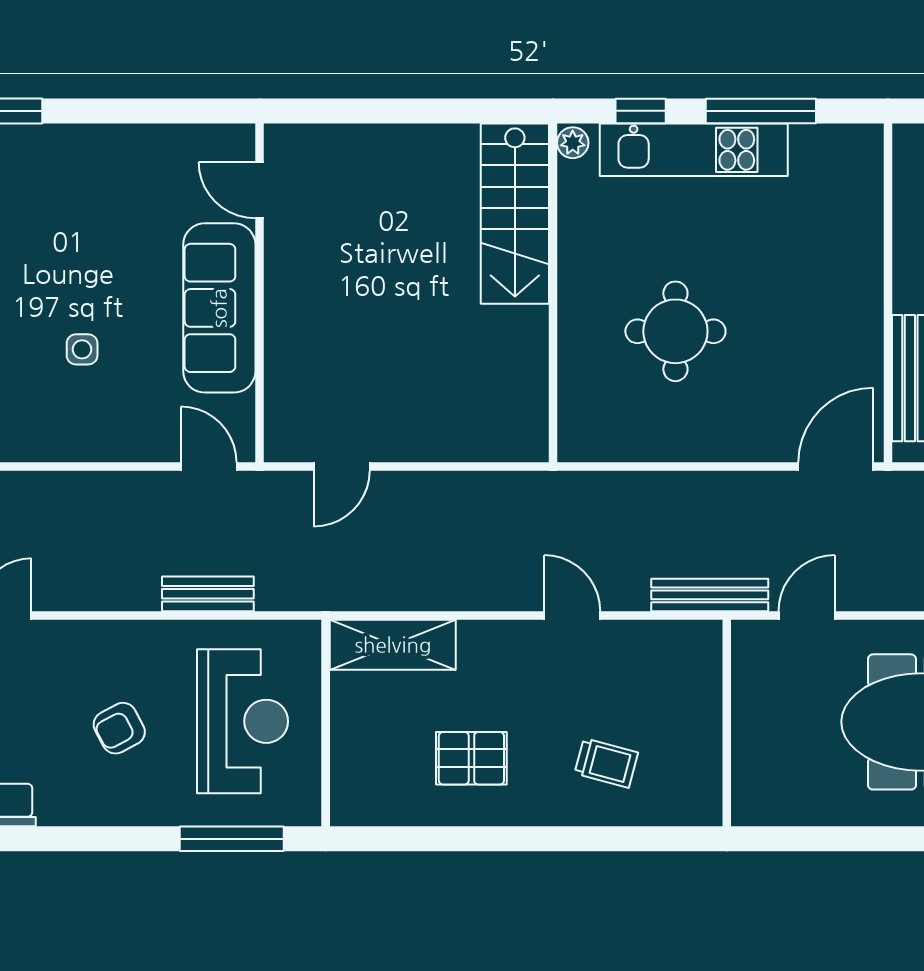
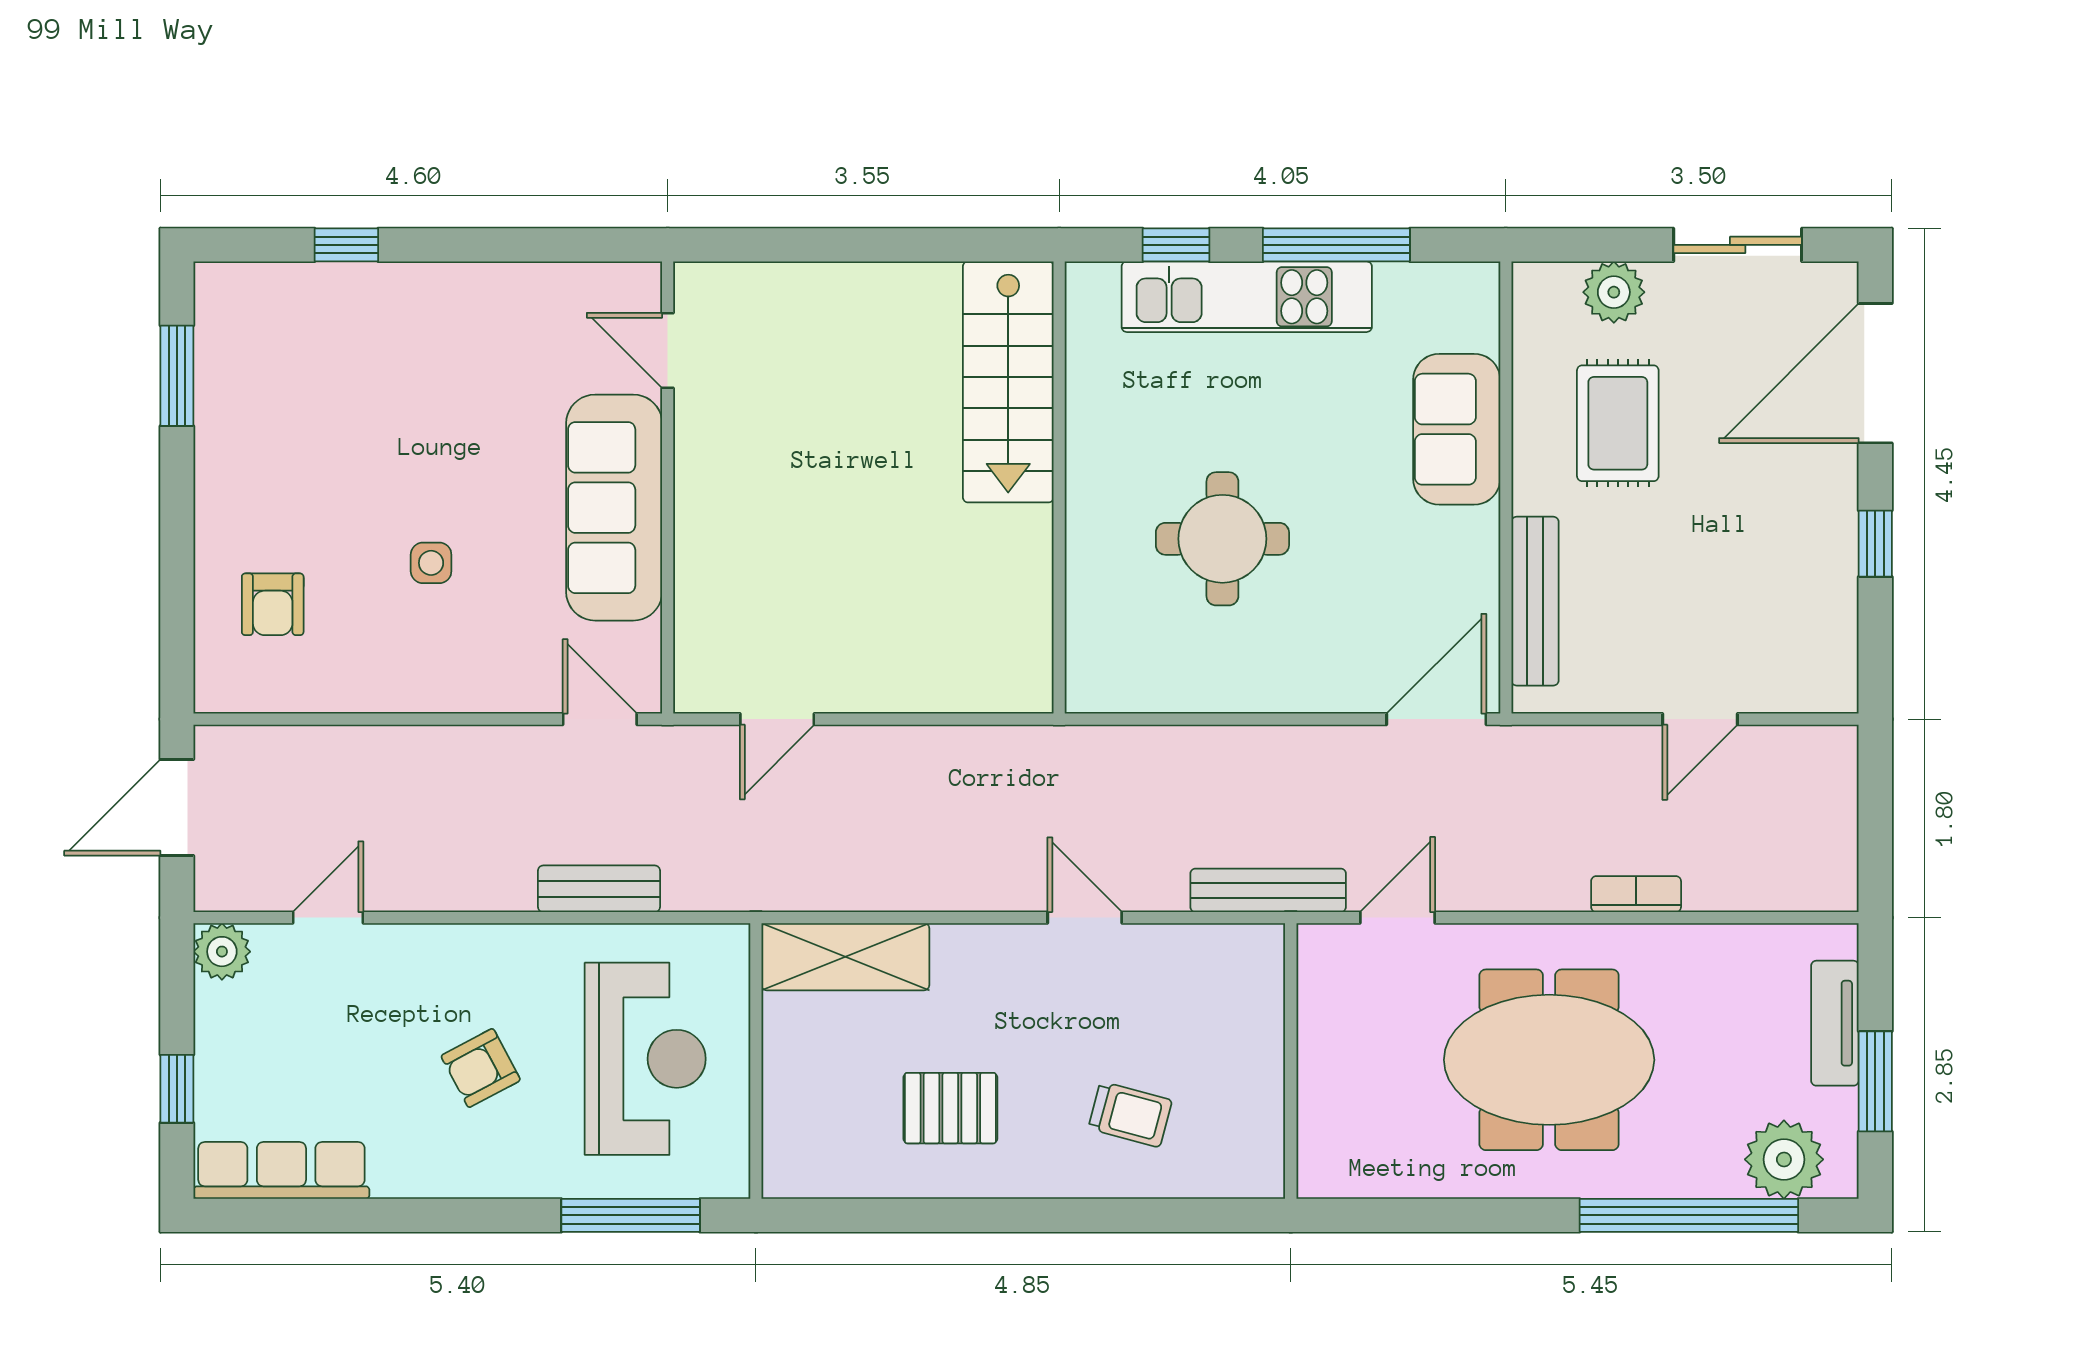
plant: (573, 143) -> (1085, 287), removed
sofa: (851, 249) -> (1457, 429), added

